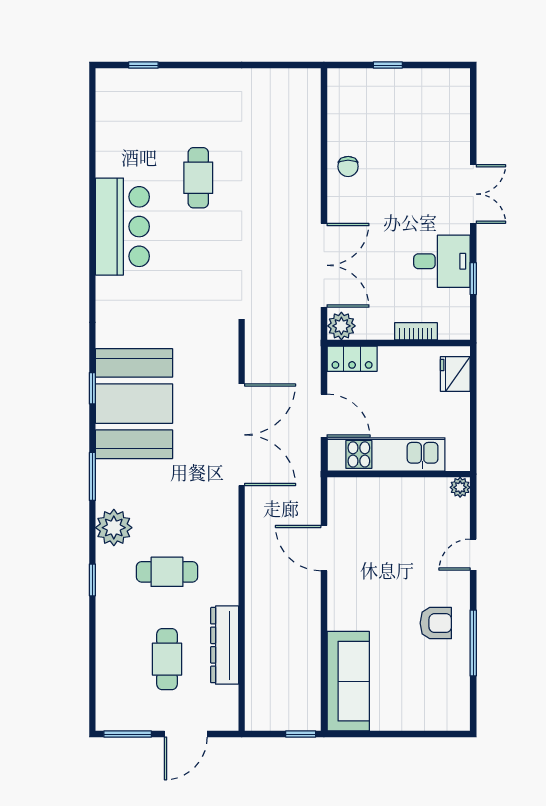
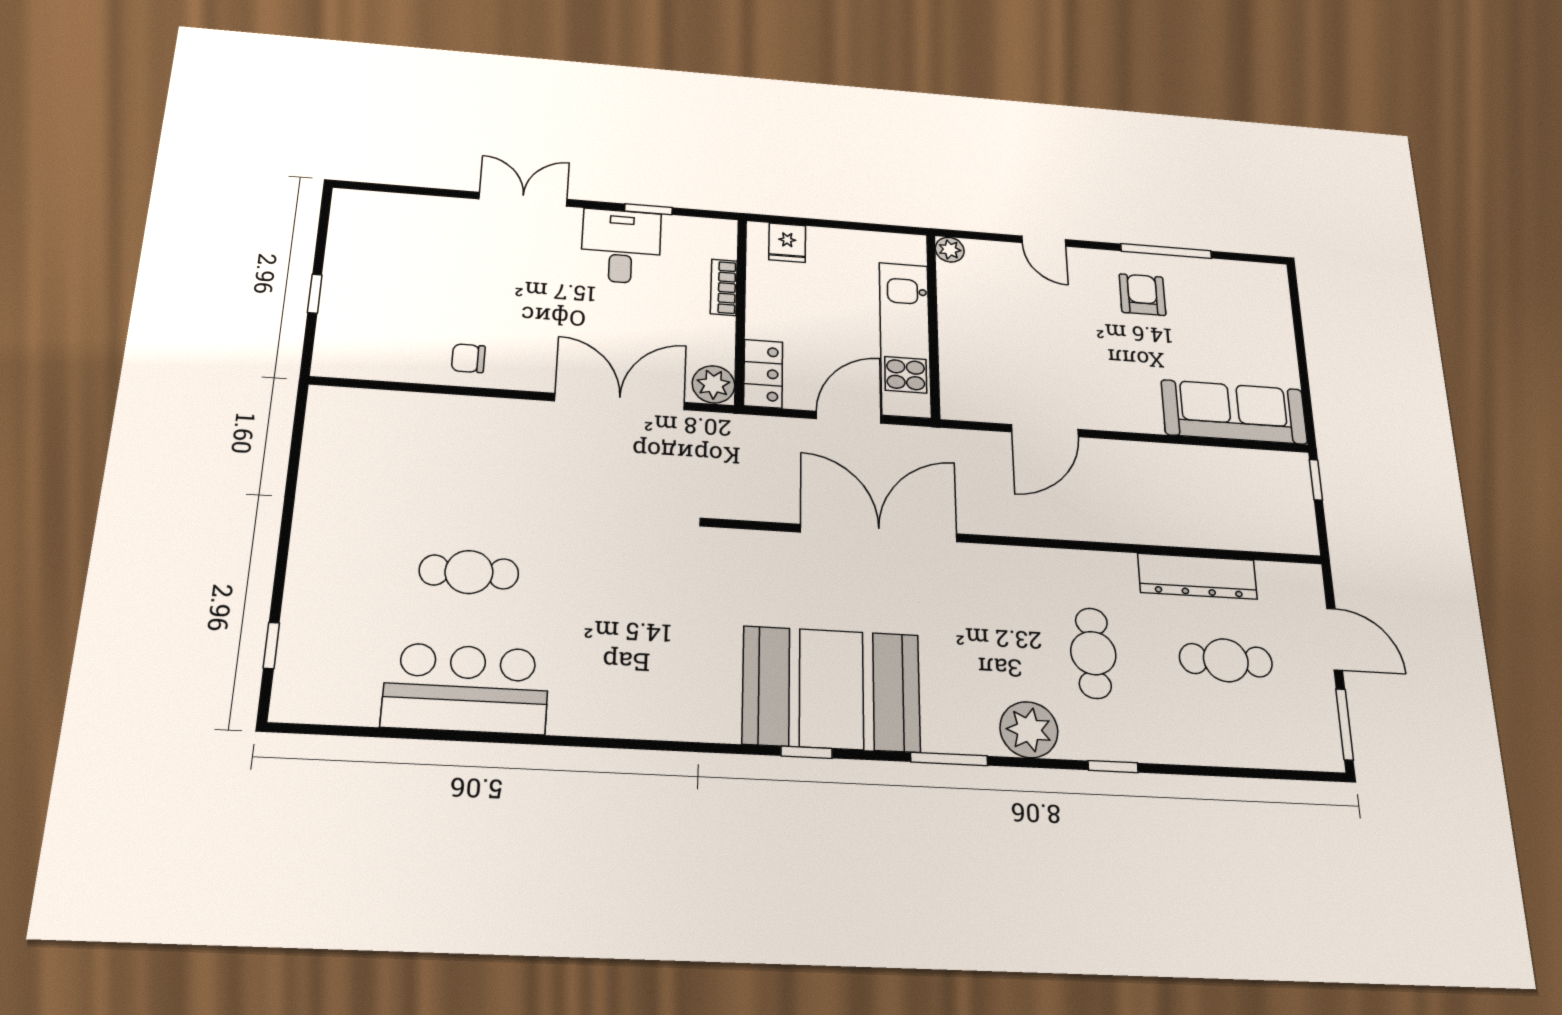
chair: (348, 166) -> (468, 358), turned 180
bar counter: (122, 227) -> (466, 688), moved
fridge: (455, 374) -> (787, 243), width x0.72

